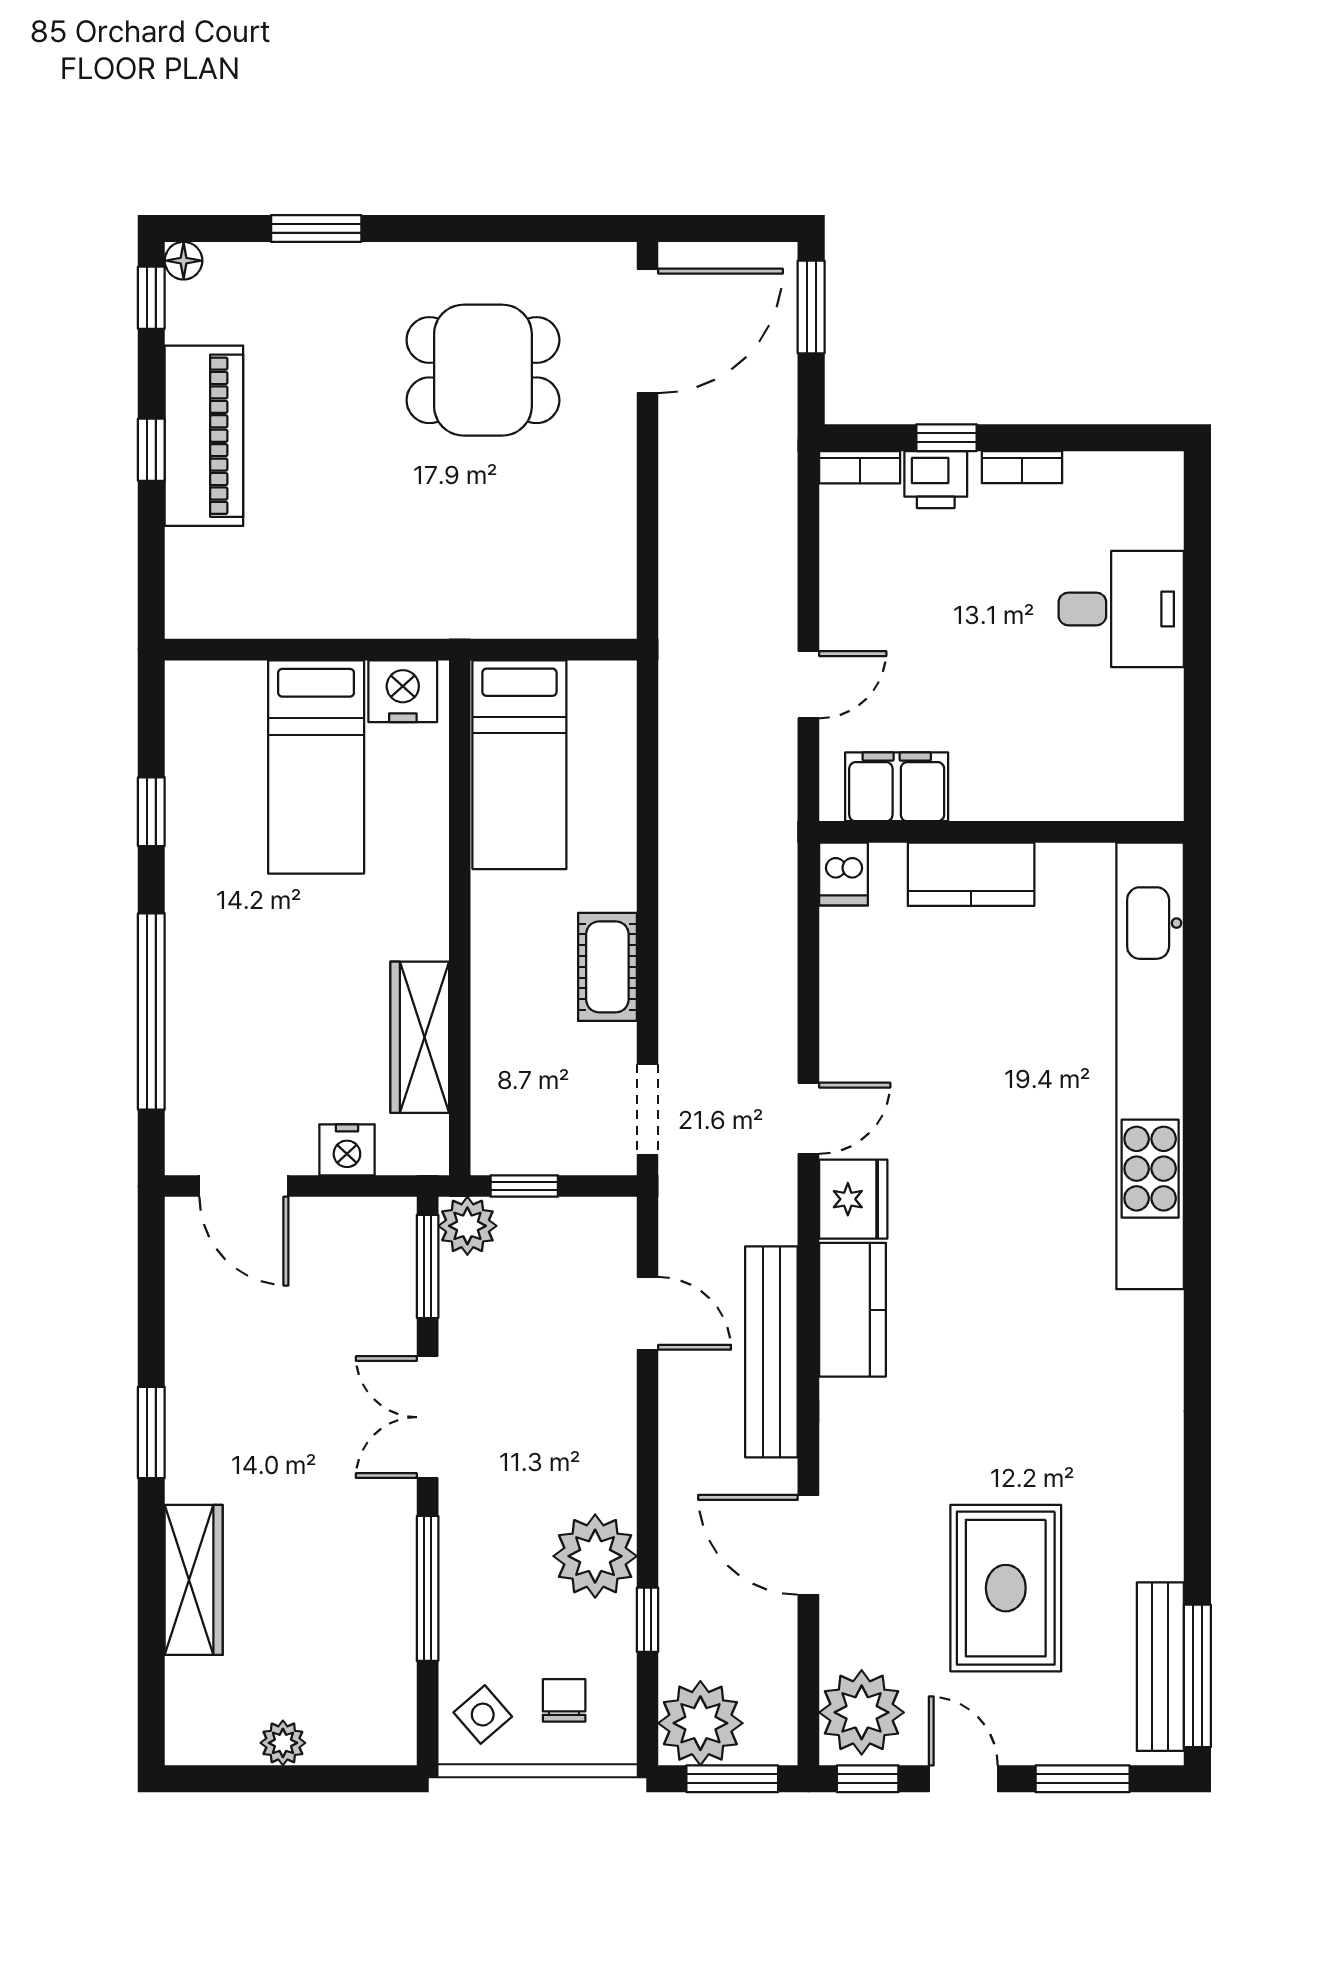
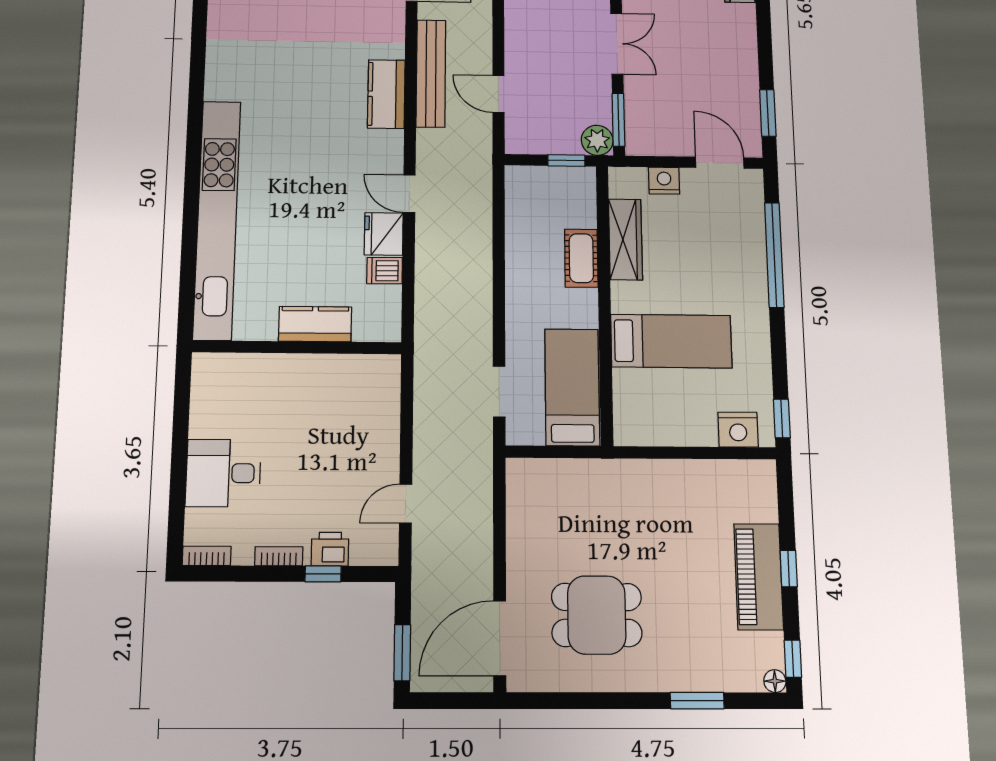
bookcase: (860, 467) -> (207, 556), moved
door: (808, 685) -> (406, 504), moved
nightstand: (403, 691) -> (738, 430), moved
bed: (316, 767) -> (671, 341), moved, turned 90
filing cabinet: (897, 787) -> (357, 373), removed
window: (151, 812) -> (782, 418), moved
dishwasher: (844, 874) -> (385, 271), moved, turned -90
cot: (607, 967) -> (581, 258), moved
doorway: (648, 1109) -> (499, 392), moved
door: (808, 1118) -> (409, 194), hinge flipped
fridge: (853, 1199) -> (384, 234), moved
window: (151, 1433) -> (768, 113), moved

